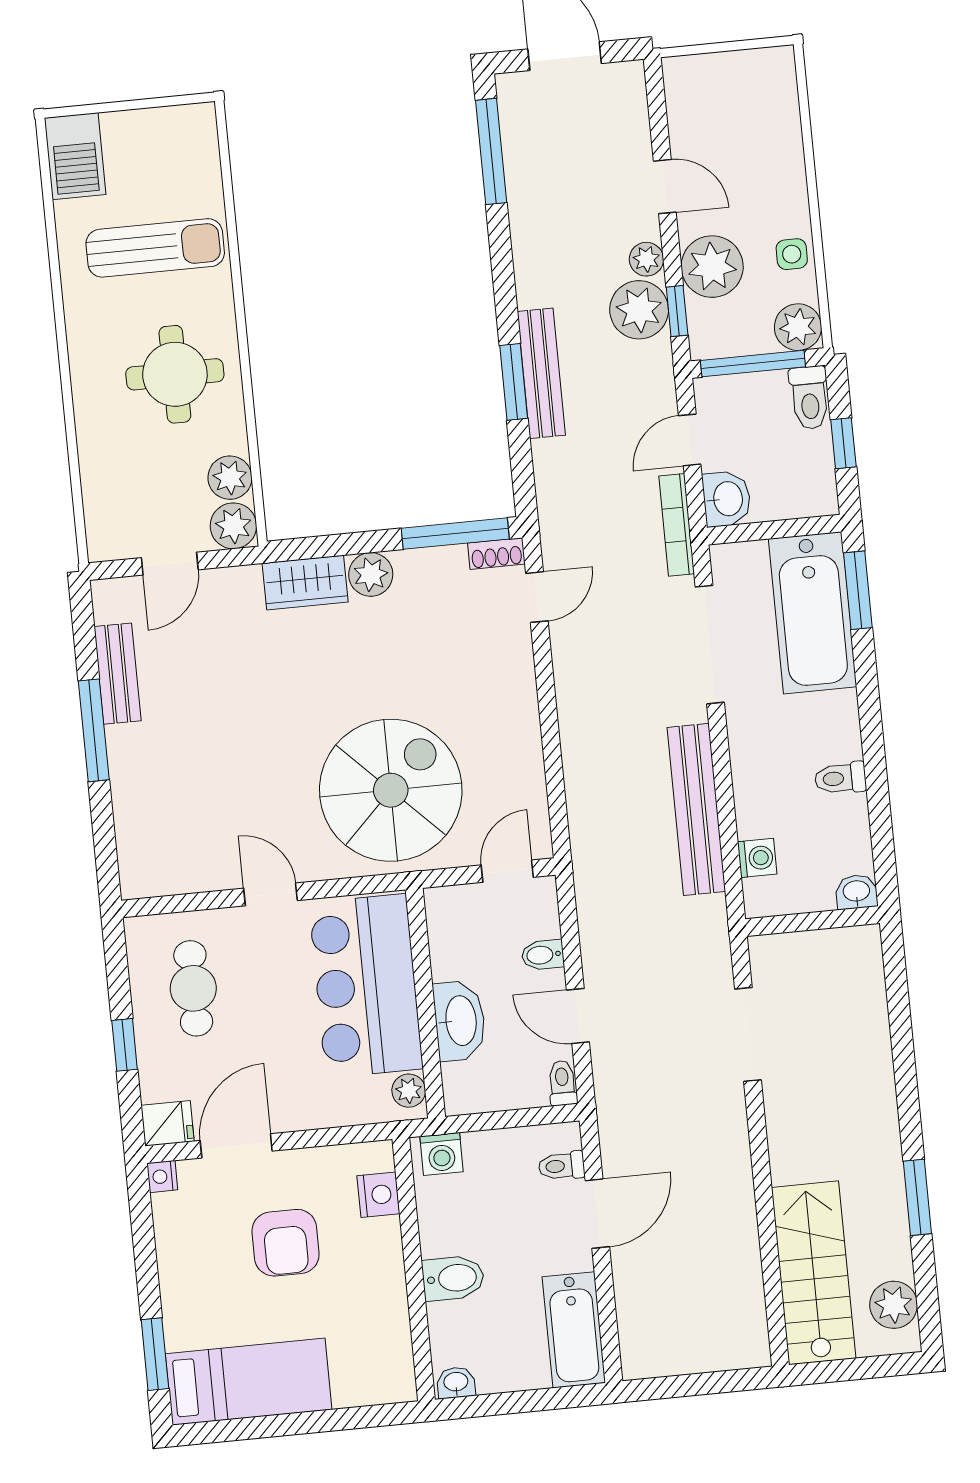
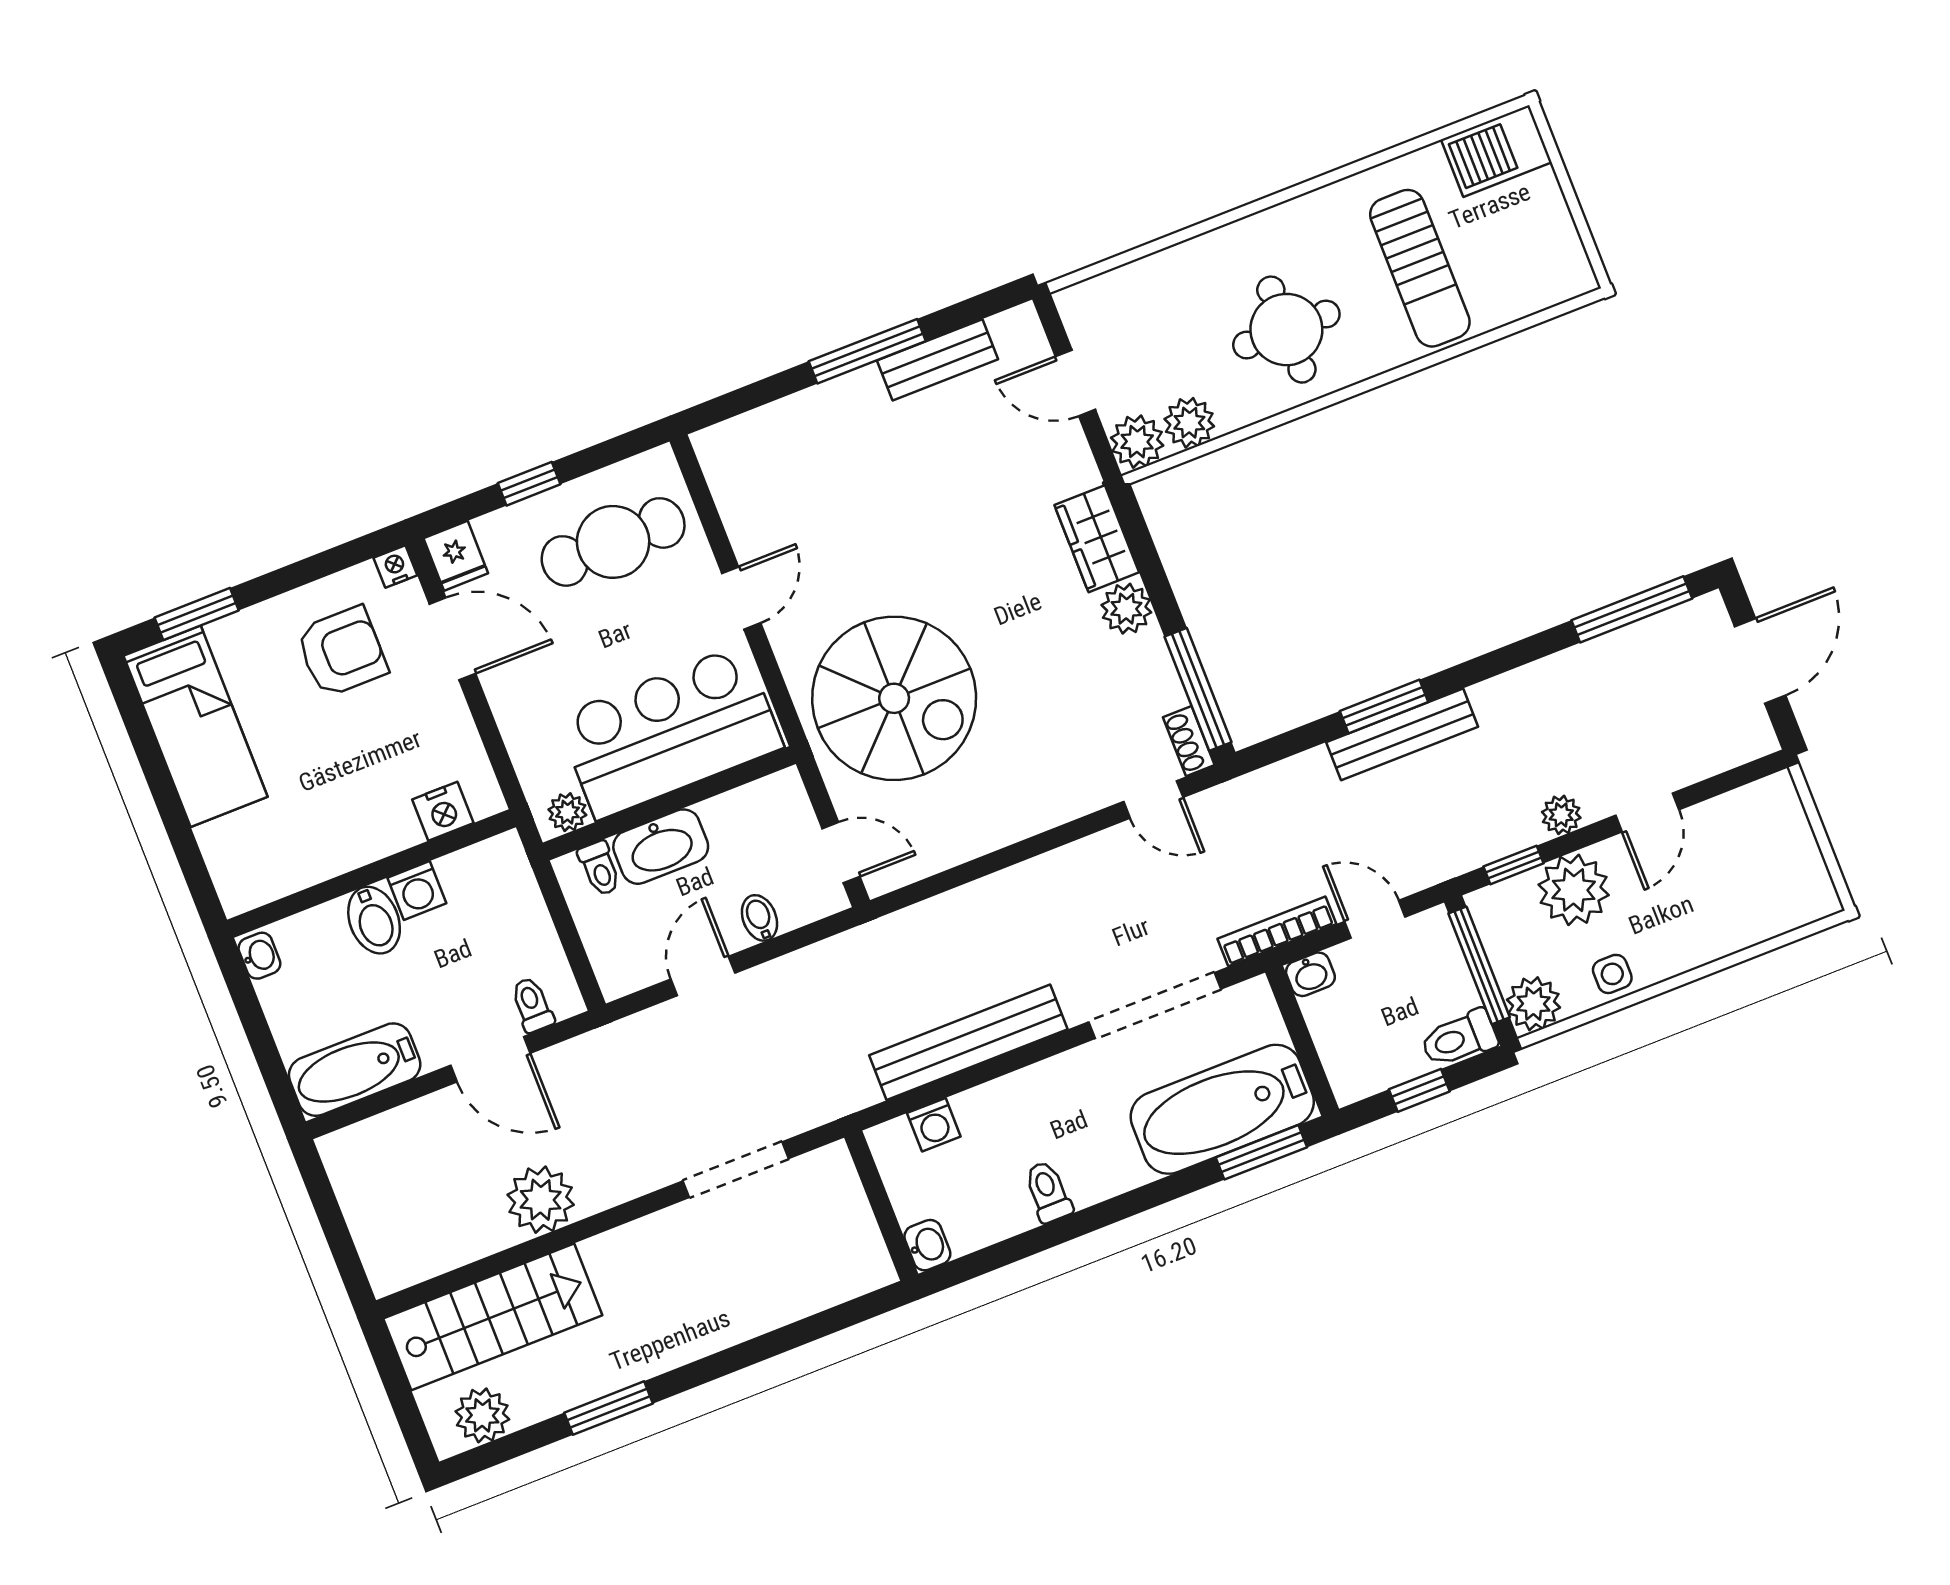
plant: (639, 310) -> (541, 1200), moved
washbasin: (727, 499) -> (1310, 974), width x0.72, depth x0.69
cafe table: (193, 988) -> (613, 542), width x1.37, depth x1.35
toilet: (562, 1083) -> (600, 868), moved, turned 90
washing machine: (442, 1154) -> (417, 890), moved, turned -90
armchair: (286, 1243) -> (342, 652), moved, turned 180

